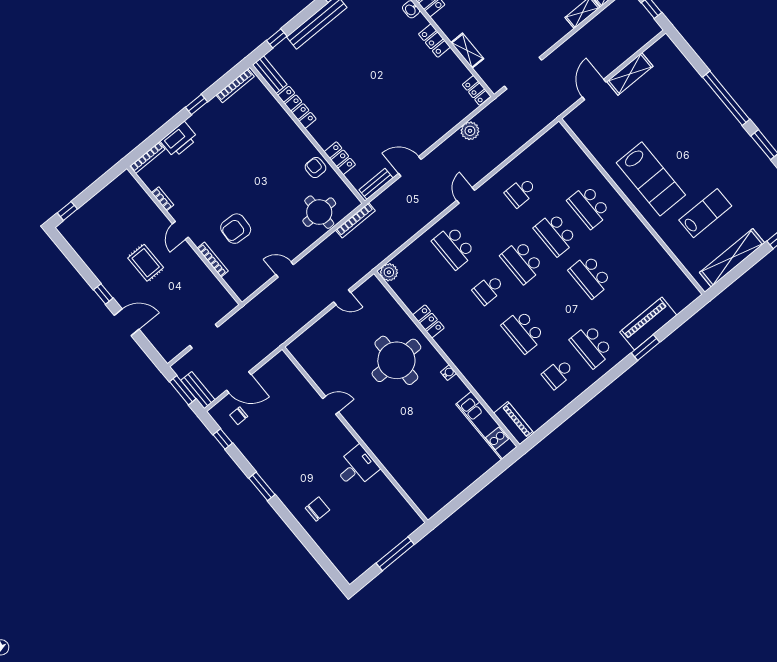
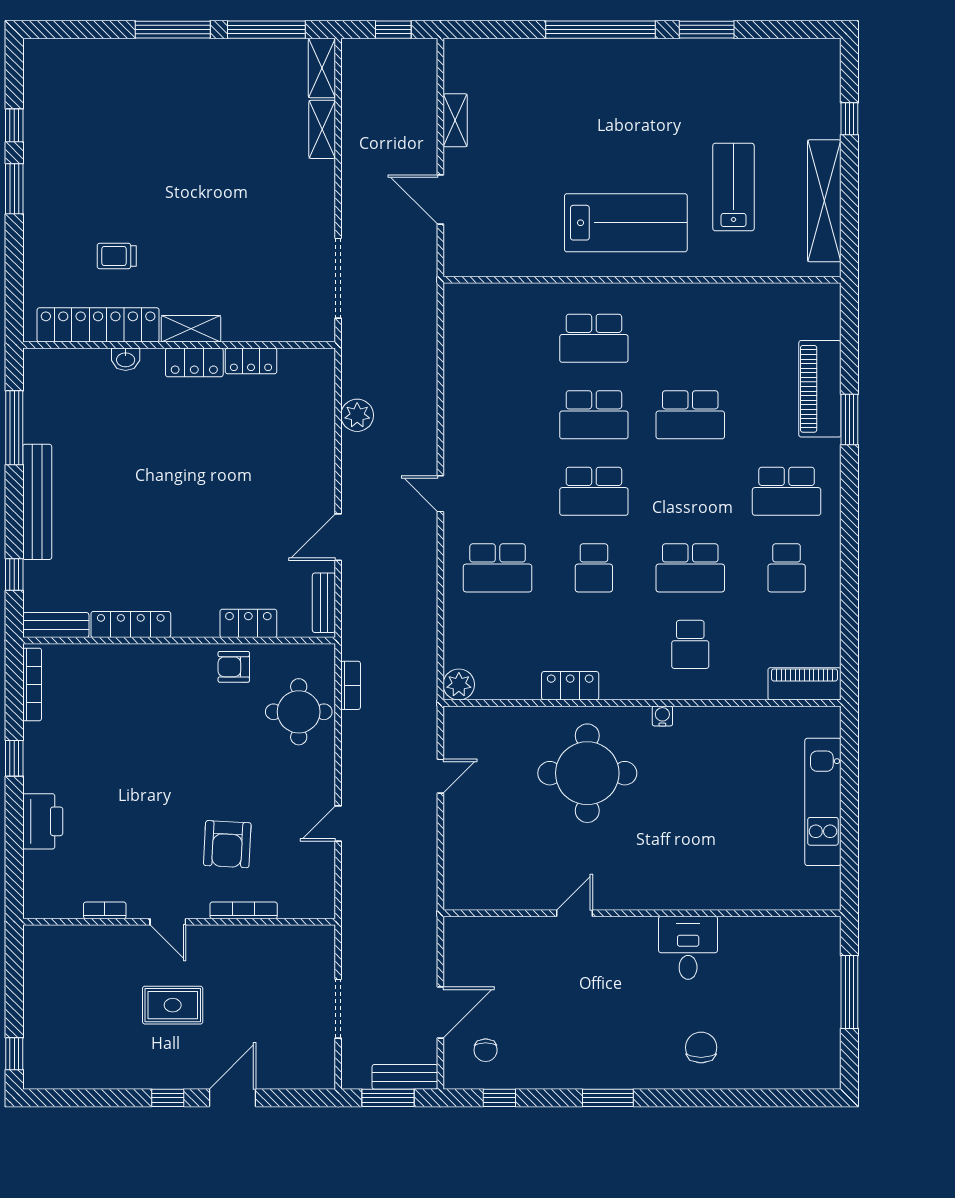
shelving: (467, 51) -> (191, 329), moved
shelving: (630, 74) -> (455, 120), width x0.67, depth x0.75
locker: (477, 90) -> (251, 361), moved
bookcase: (147, 158) -> (31, 885), removed
school desk: (521, 192) -> (690, 644), moved
bookcase: (355, 220) -> (351, 685), width x0.64
kitchen unit: (486, 426) -> (823, 802), moved, turned 90

